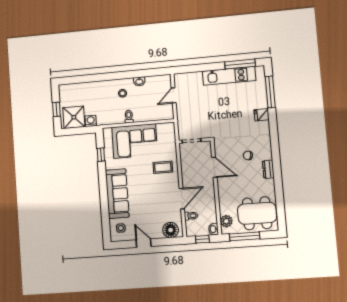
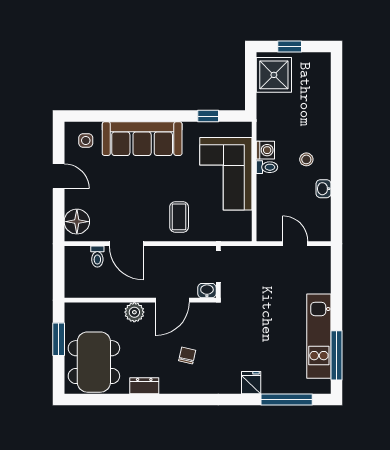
washing machine: (91, 121) -> (265, 150), moved
dresser: (268, 169) -> (144, 386), moved
plant: (226, 221) -> (134, 312), moved
washbasin: (213, 229) -> (207, 291), moved
window: (245, 236) -> (59, 339), width x0.69
window: (202, 239) -> (59, 272), removed
door: (144, 243) -> (59, 176), hinge flipped

